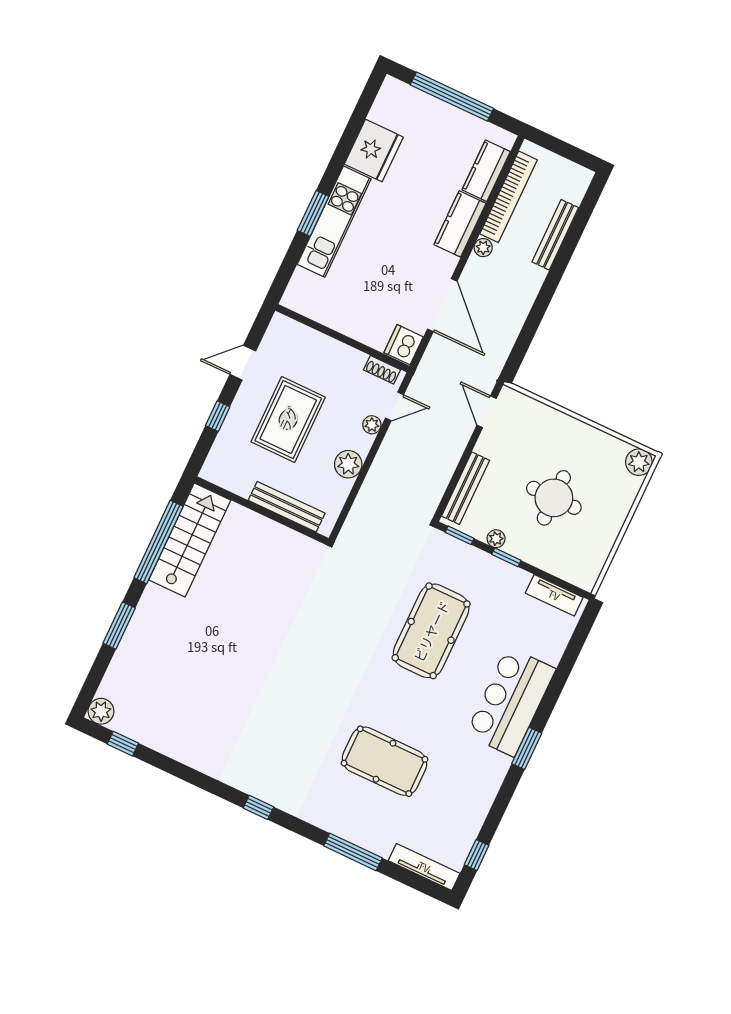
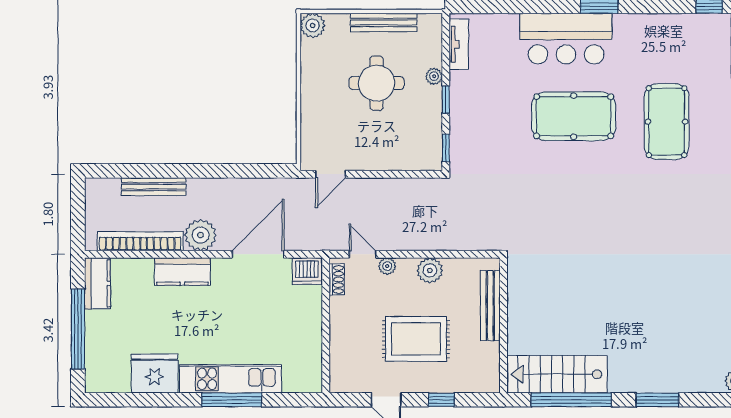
kitchen counter: (486, 171) -> (97, 283), moved, turned -90
window: (313, 213) -> (232, 400), width x1.44
plant: (483, 248) -> (201, 235), width x1.88, depth x1.88
bench: (466, 488) -> (384, 22), moved
plant: (496, 539) -> (434, 76), moved
pool table: (431, 631) -> (574, 116), moved

